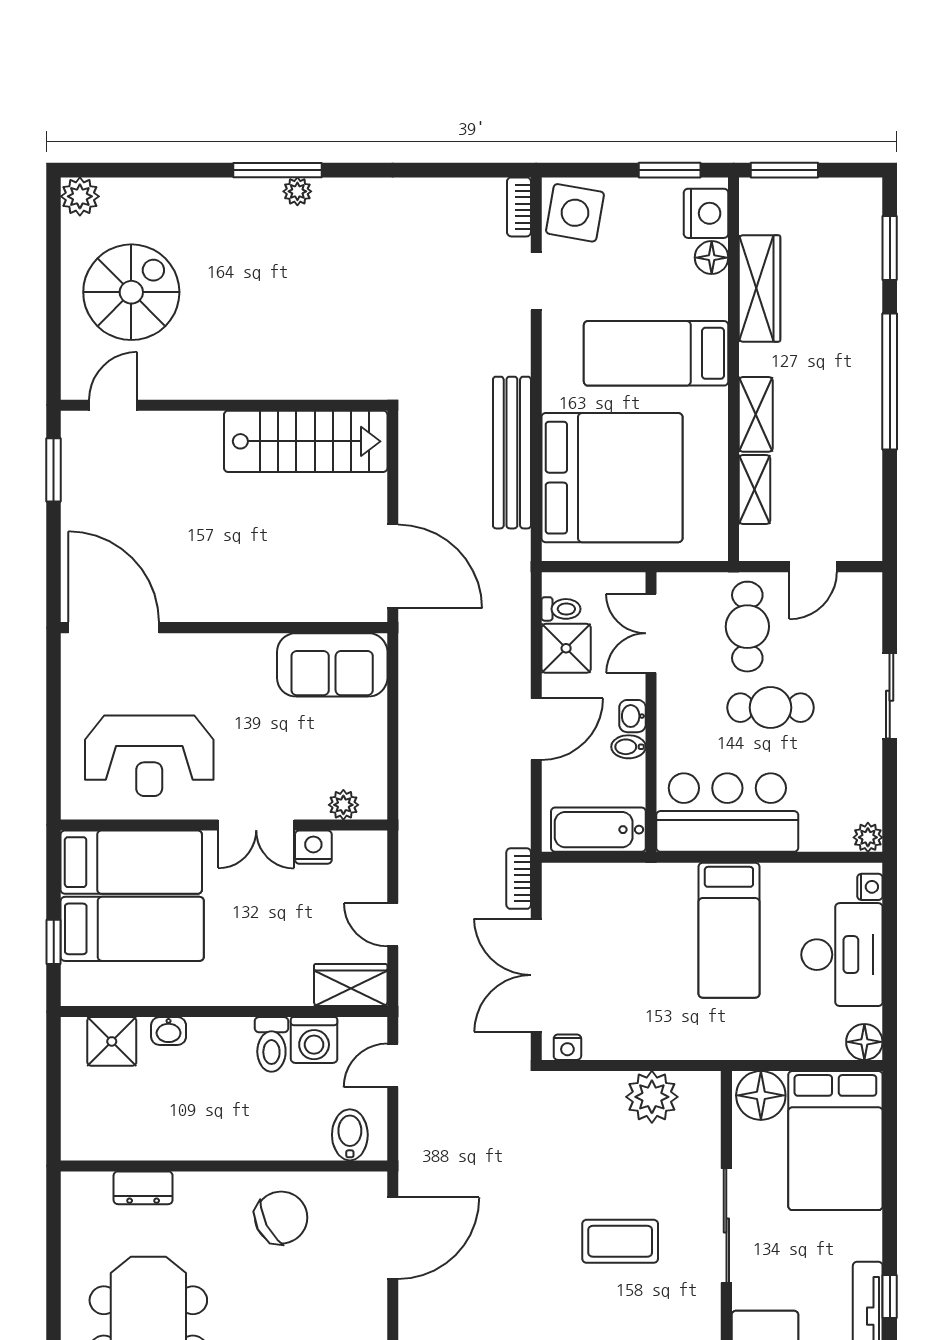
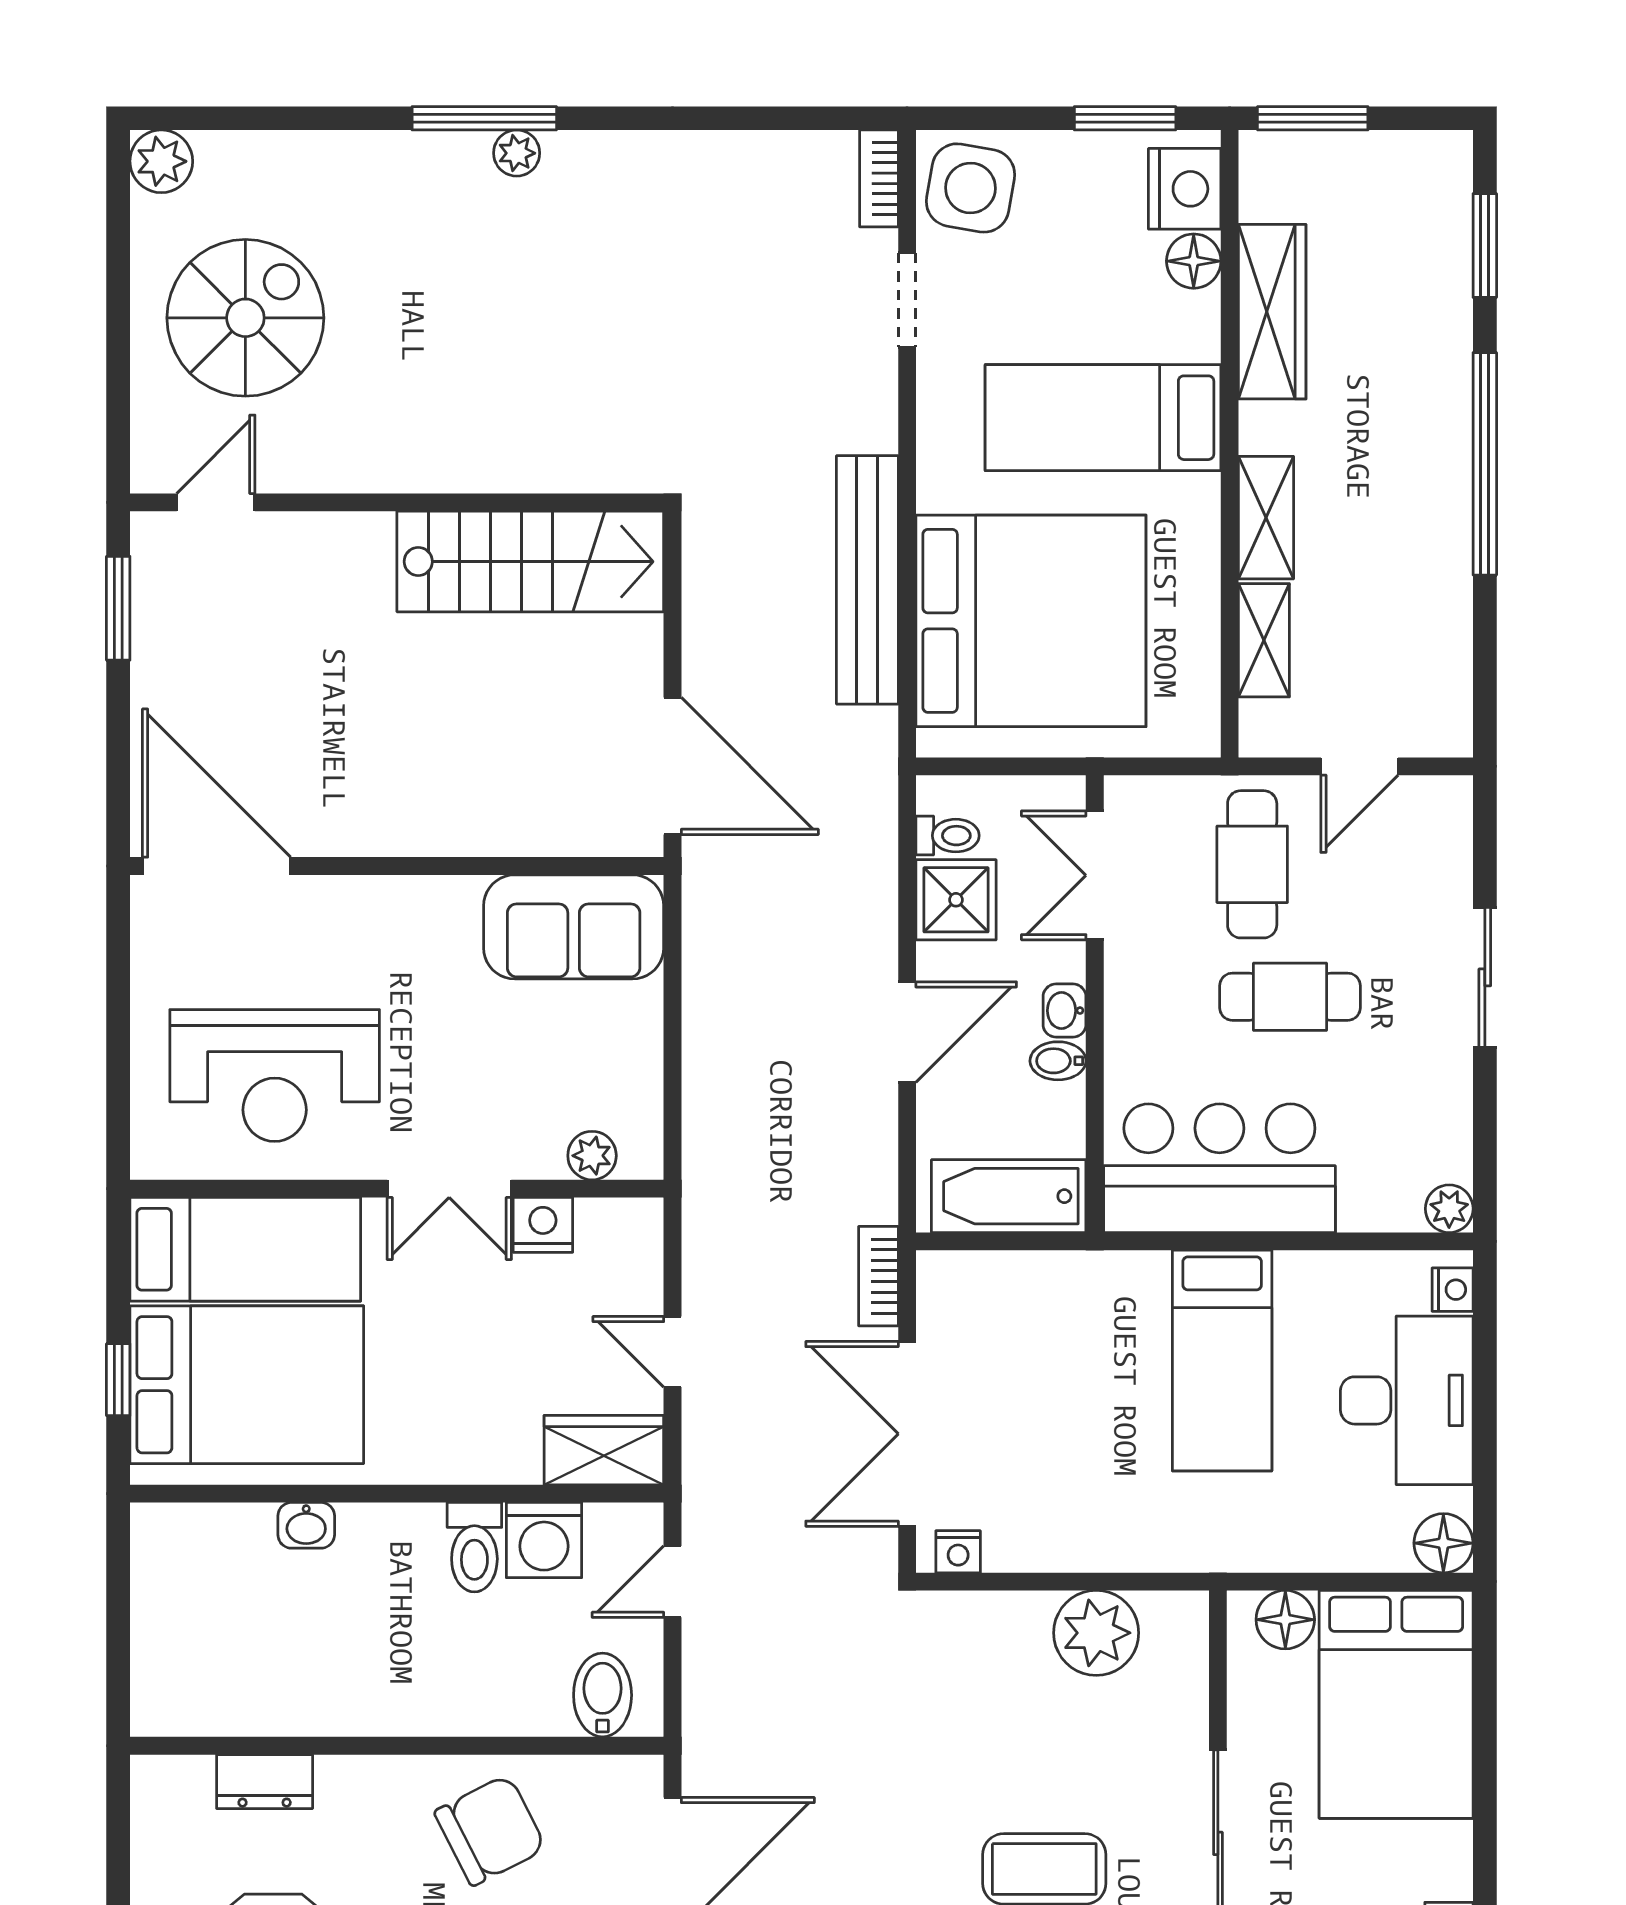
bed: (132, 929) -> (247, 1385), width x1.50
shower: (112, 1041) -> (213, 1542), removed
floor lamp: (761, 1095) -> (1285, 1620), width x0.73, depth x0.73

